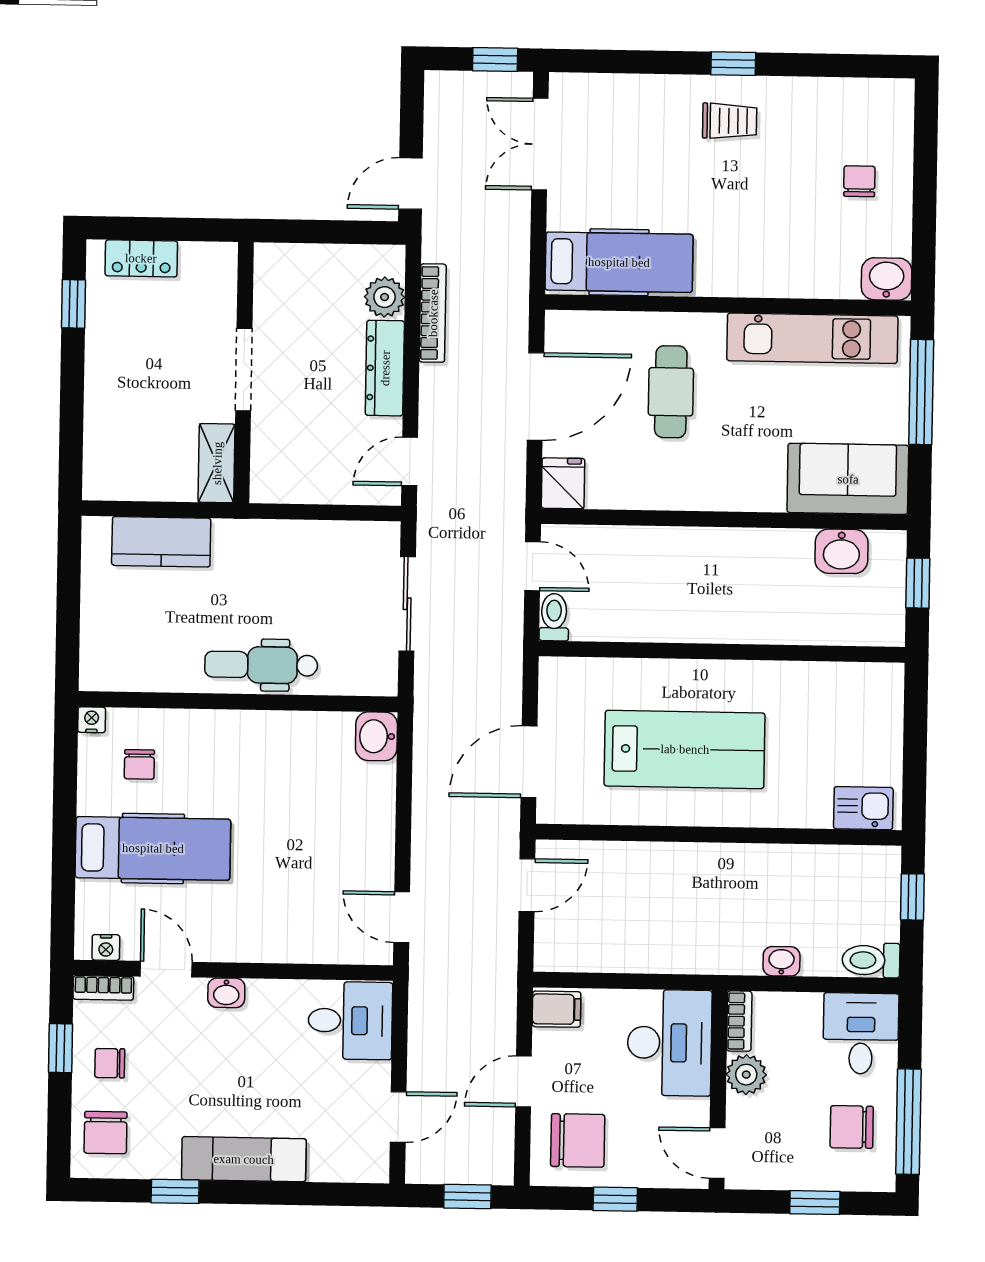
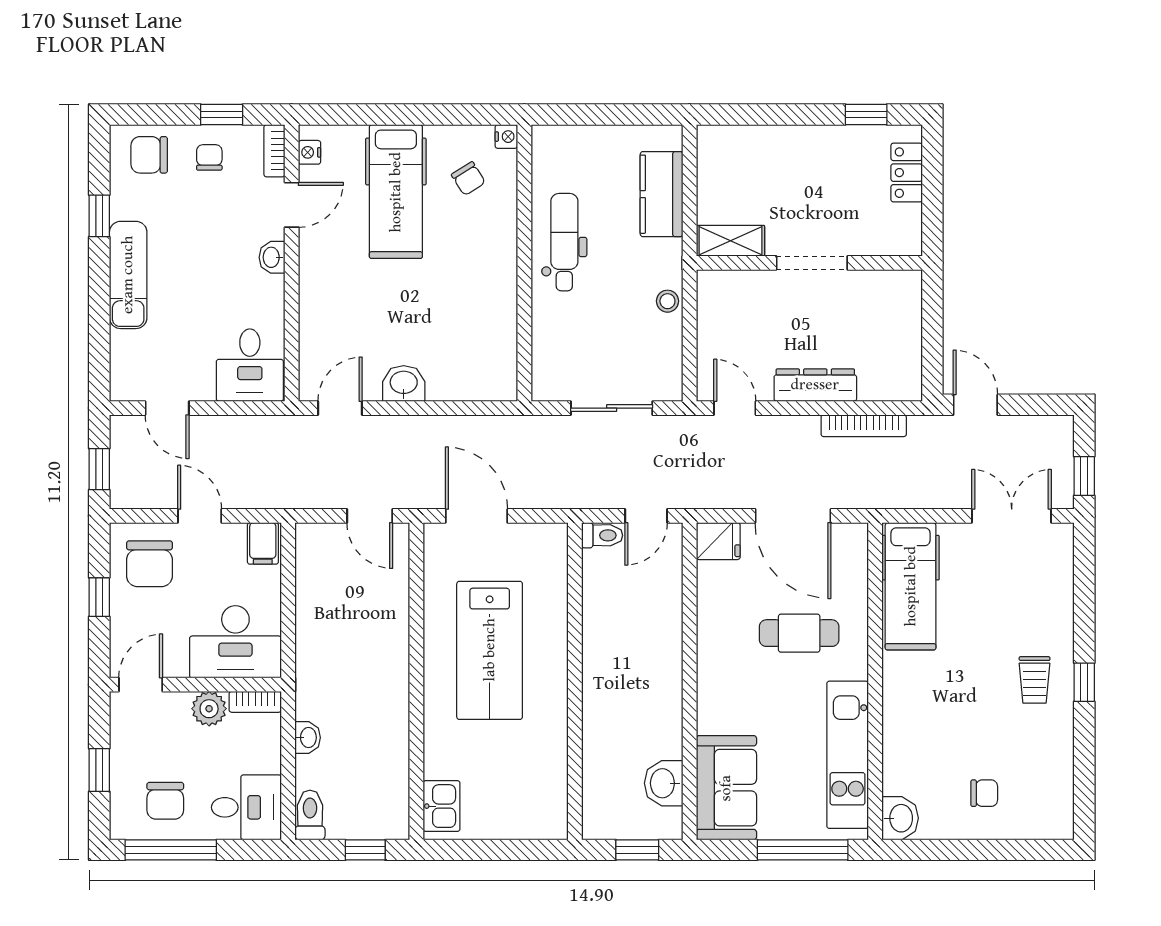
plant: (385, 297) -> (877, 384), removed
stool: (285, 537) -> (667, 301), added
dental chair: (261, 665) -> (564, 242), moved
washbasin: (376, 736) -> (404, 383), moved
chair: (139, 764) -> (468, 179), turned -122
chair: (852, 1127) -> (165, 801), turned 180

